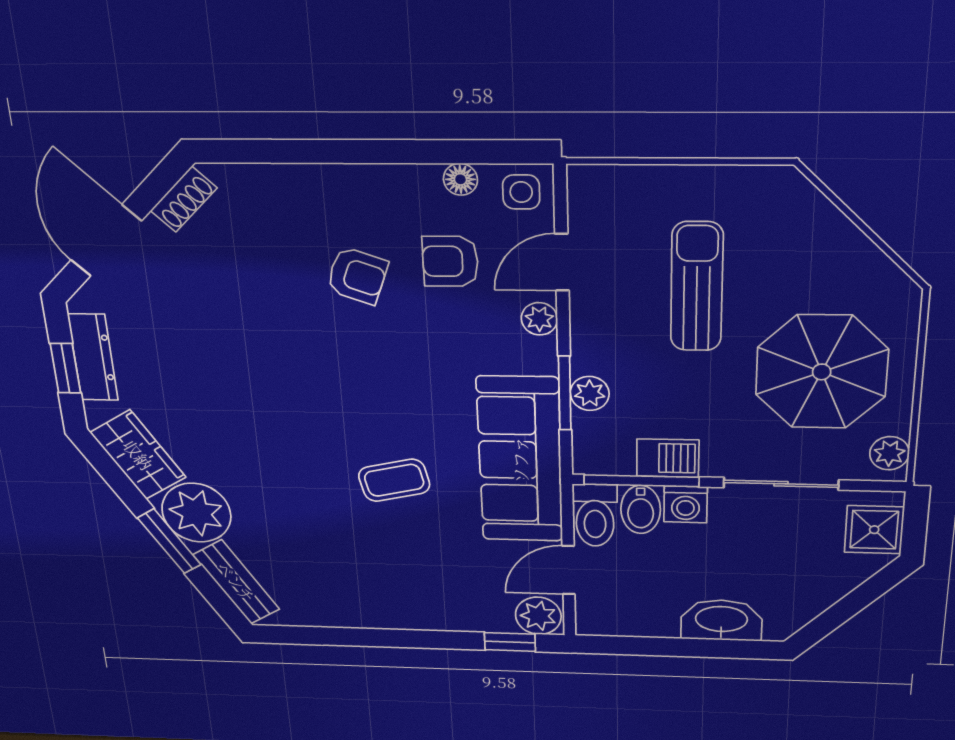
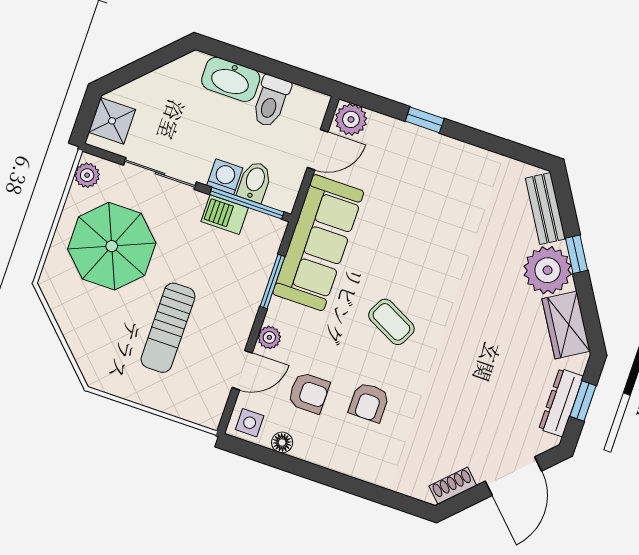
armchair: (357, 276) -> (369, 402), turned -110
plant: (590, 393) -> (257, 276), removed
coffee table: (394, 480) -> (391, 322), moved, turned 40
toilet: (595, 515) -> (271, 101), moved, turned 180
window: (169, 541) -> (577, 254), width x0.67
window: (510, 642) -> (425, 120), moved

